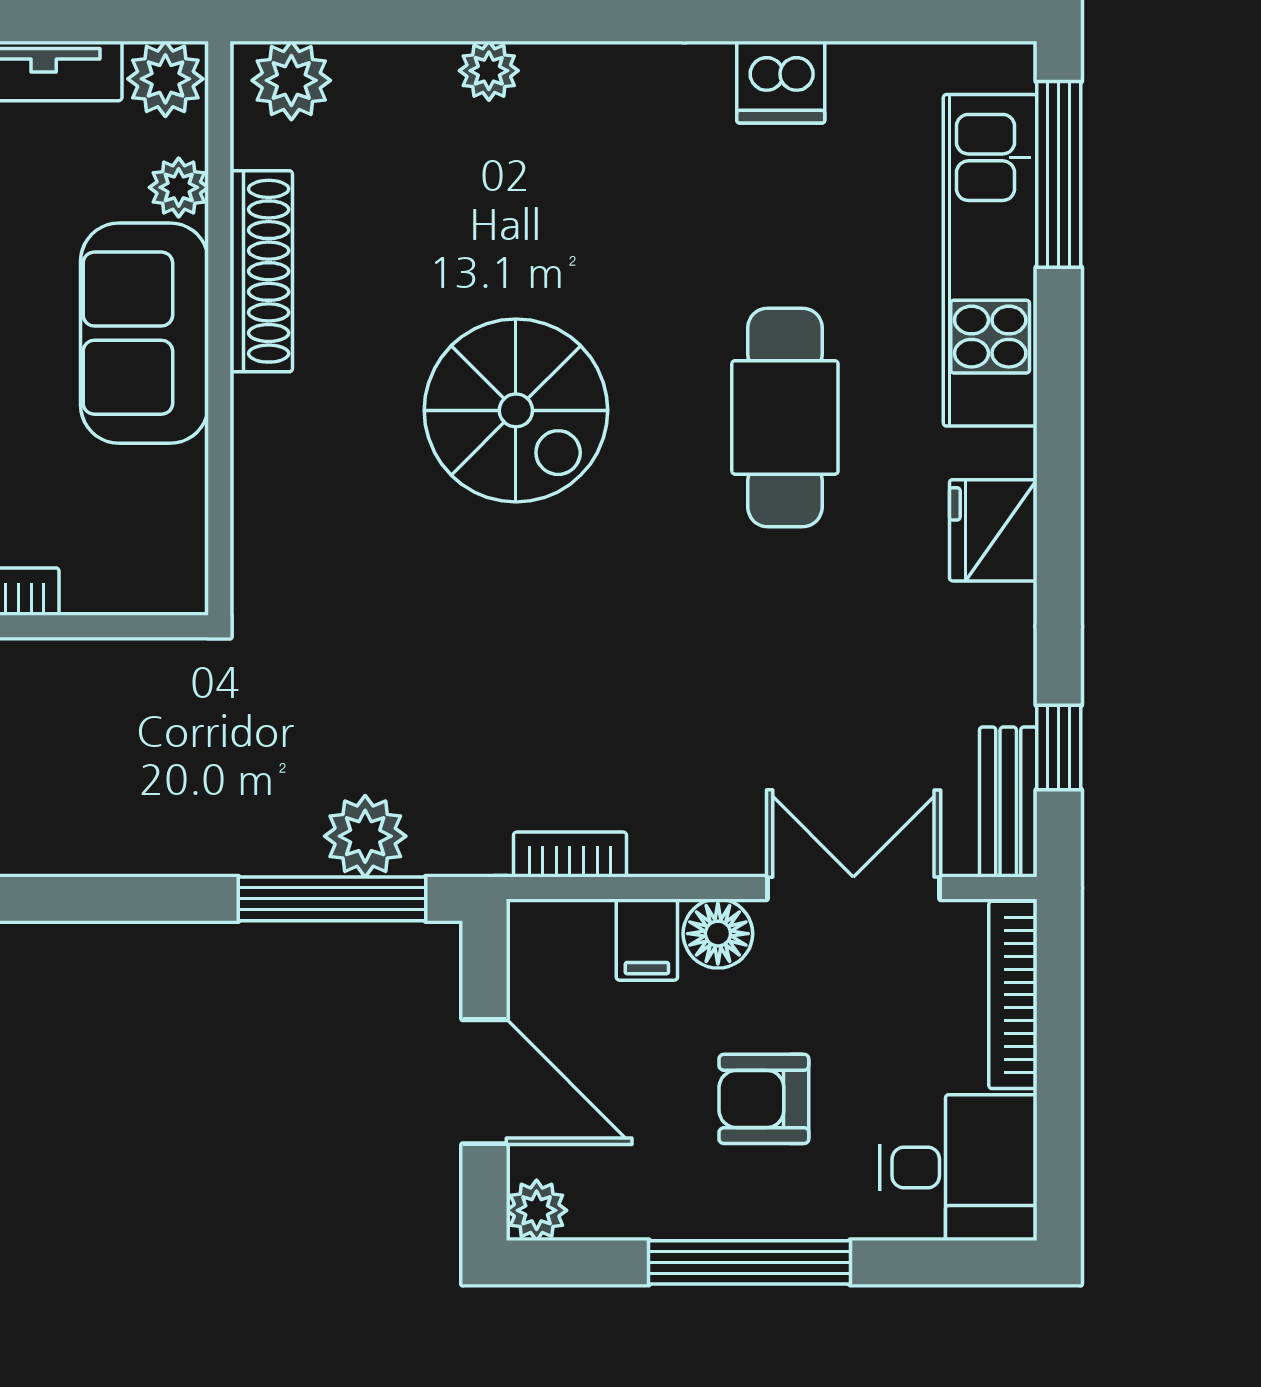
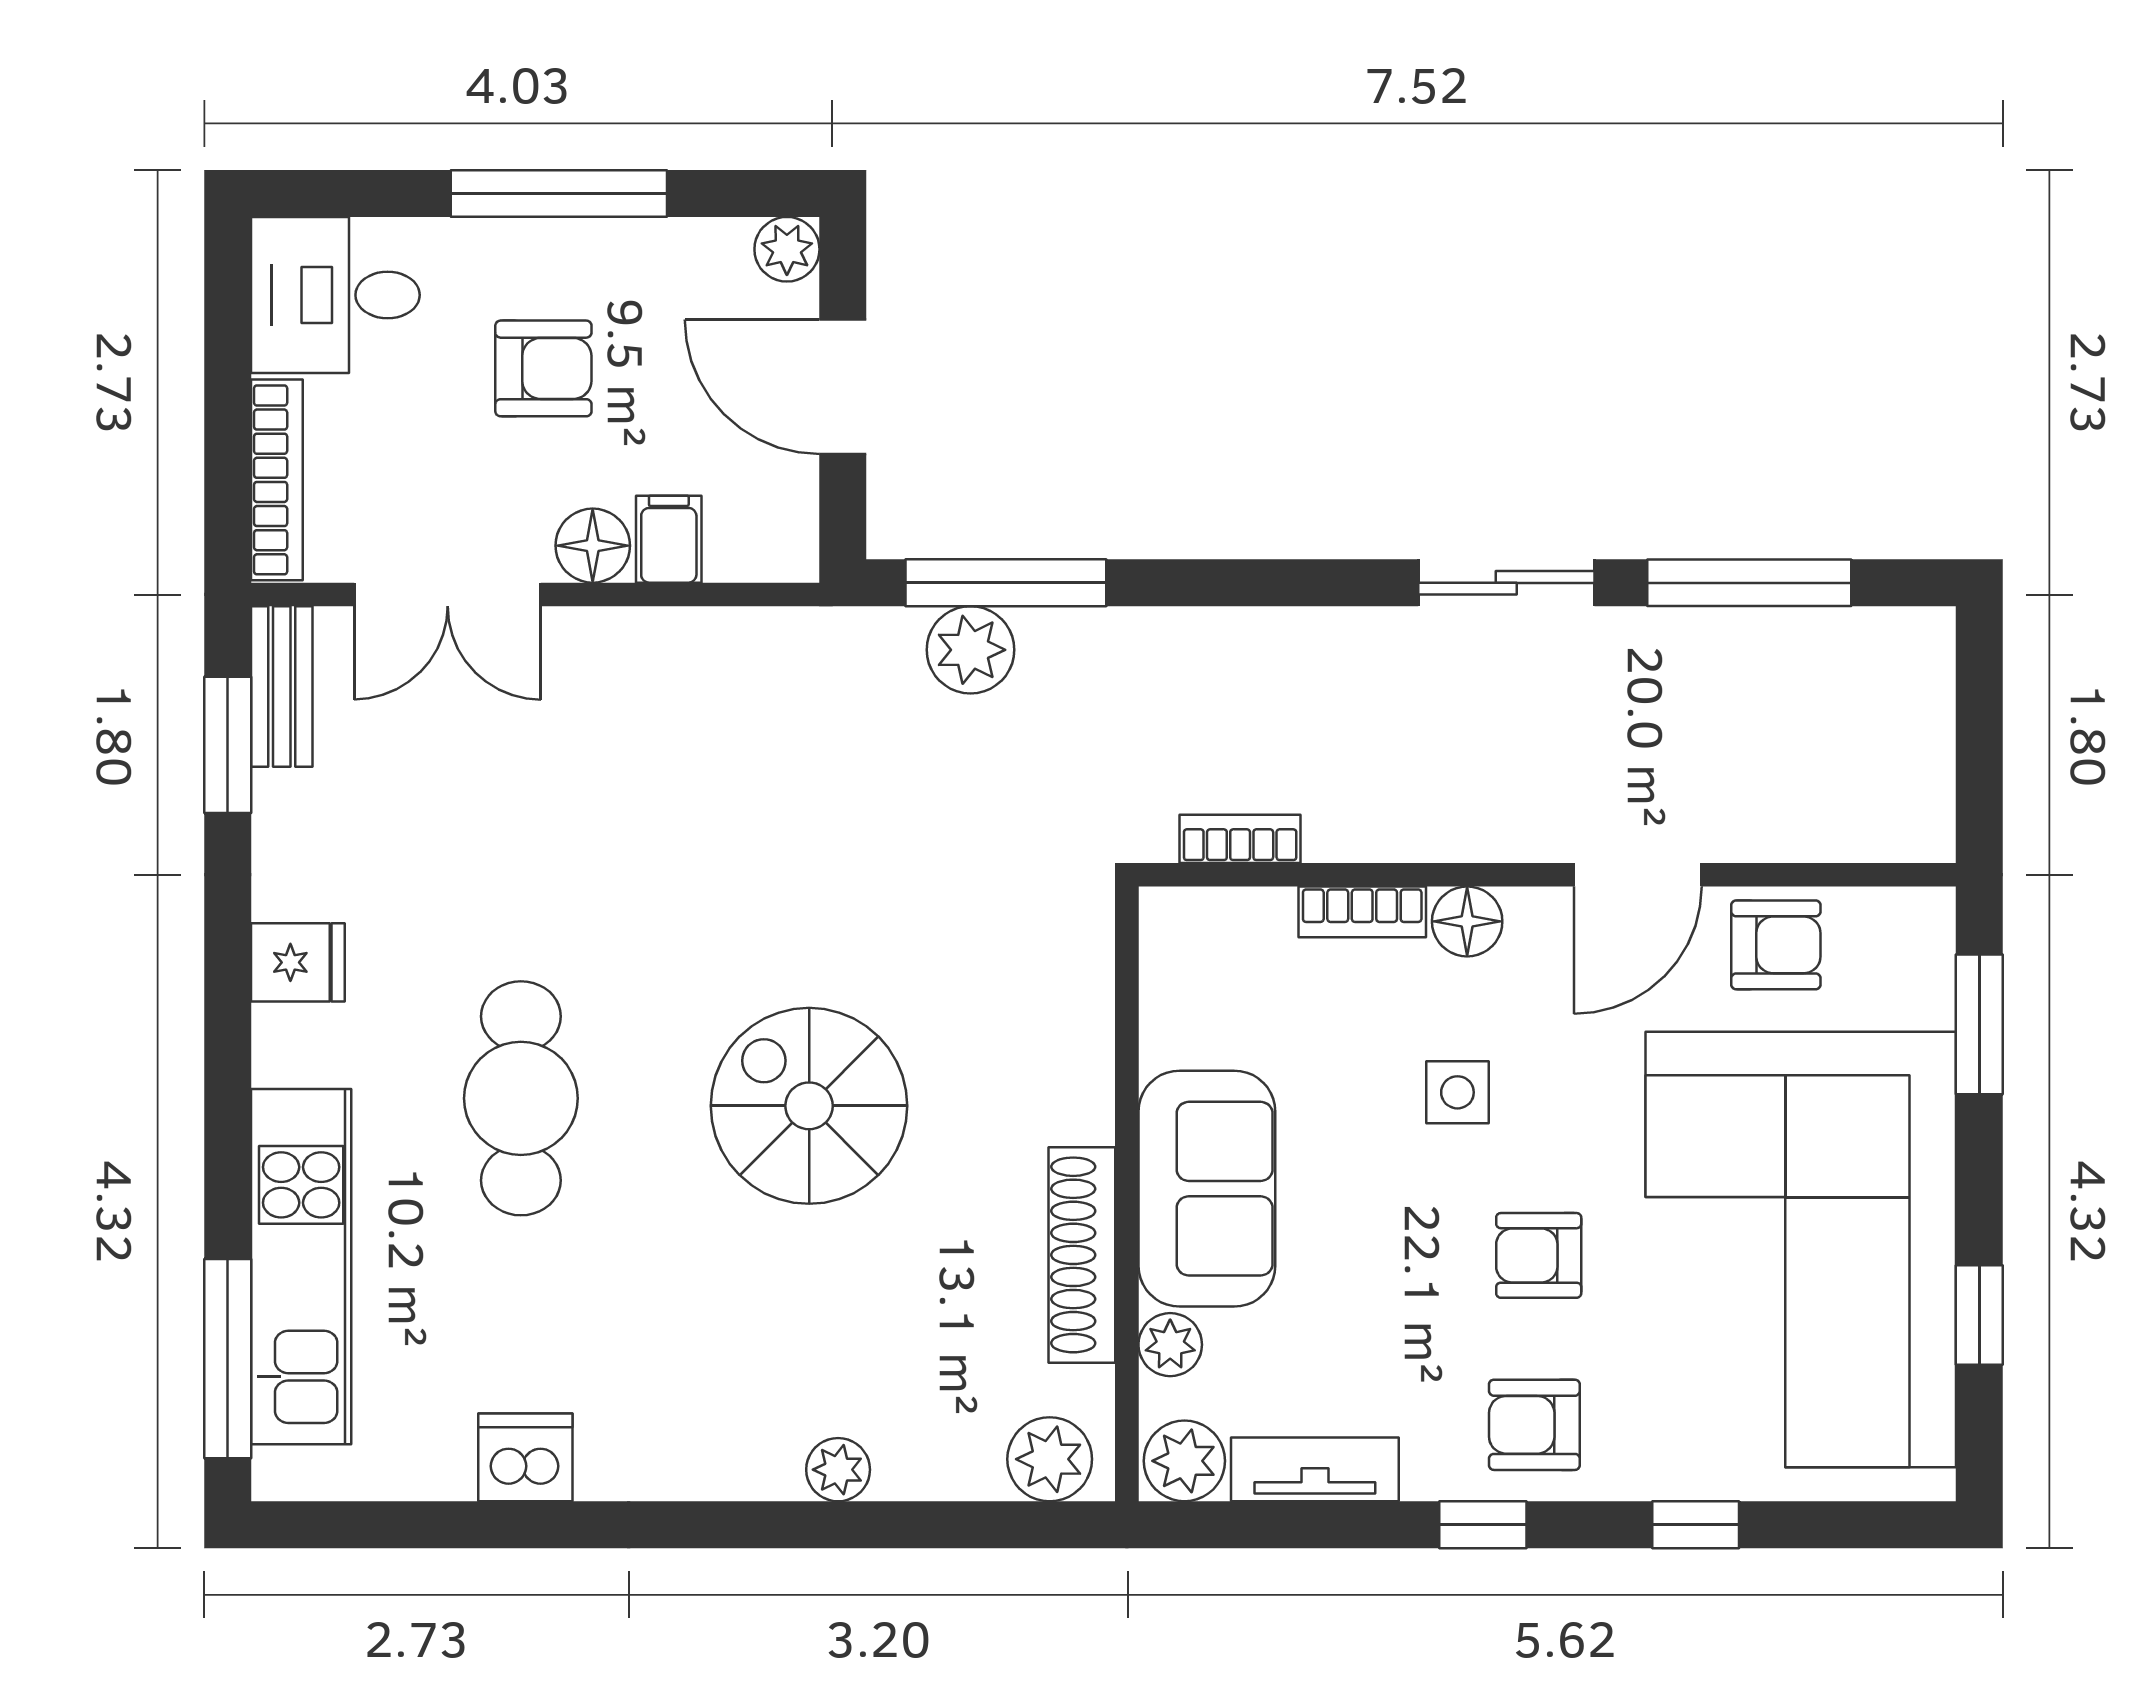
fridge: (993, 530) -> (298, 962), width x0.72
window: (1059, 748) -> (228, 745), width x1.50
bookcase: (570, 855) -> (1240, 839), moved, turned 180

